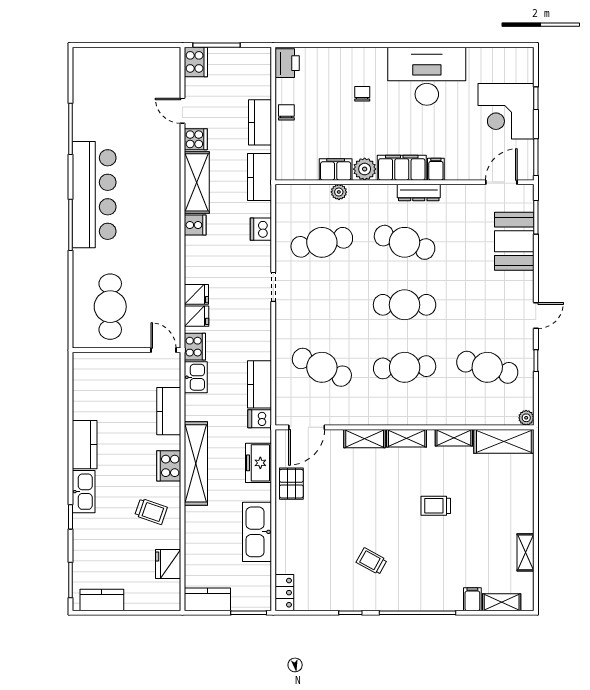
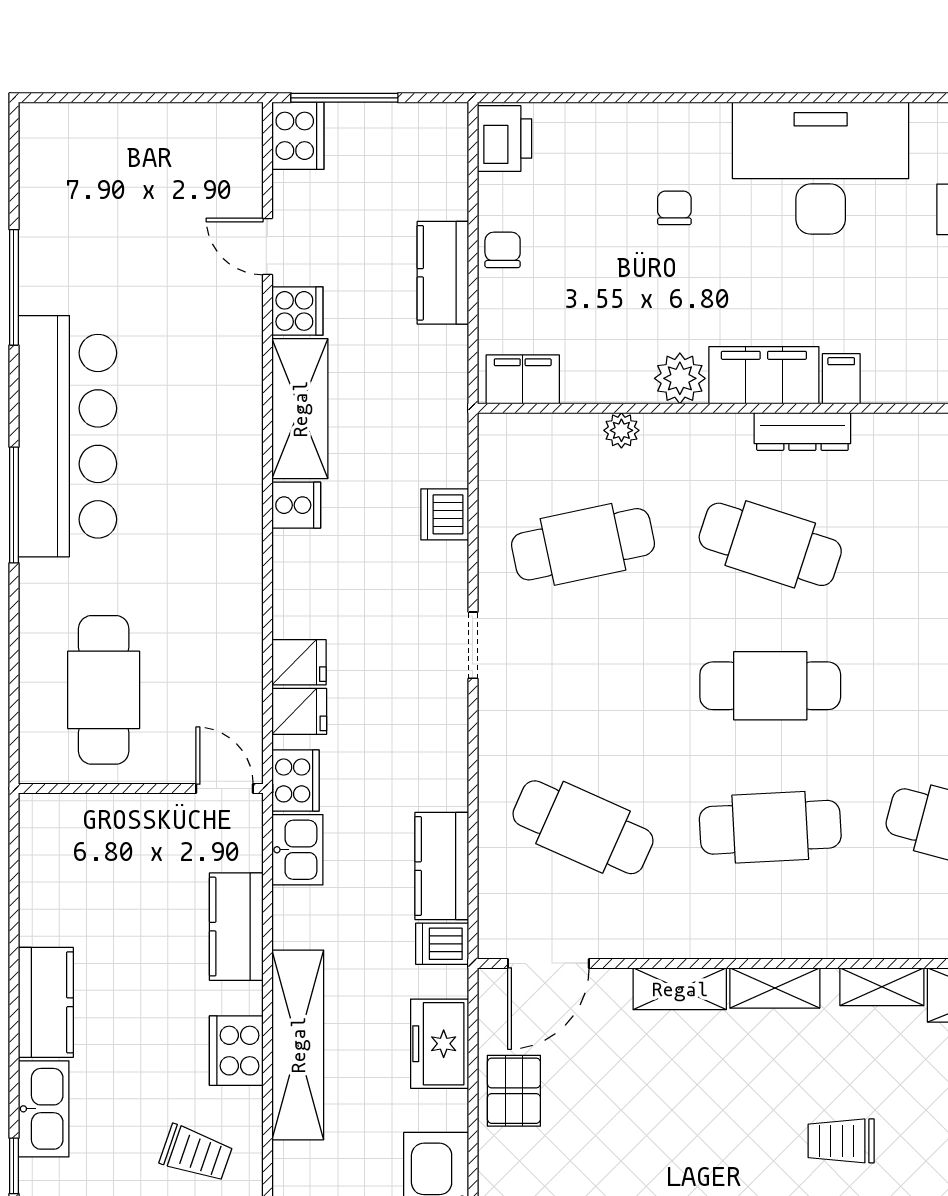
filing cabinet: (336, 169) -> (523, 379), moved
kitchen counter: (259, 177) -> (442, 396), removed

